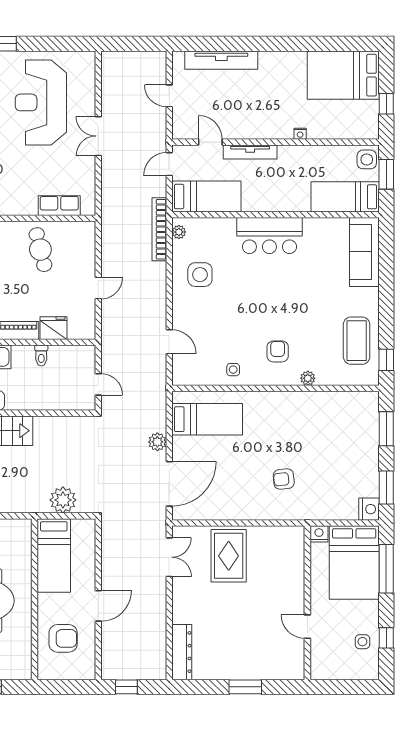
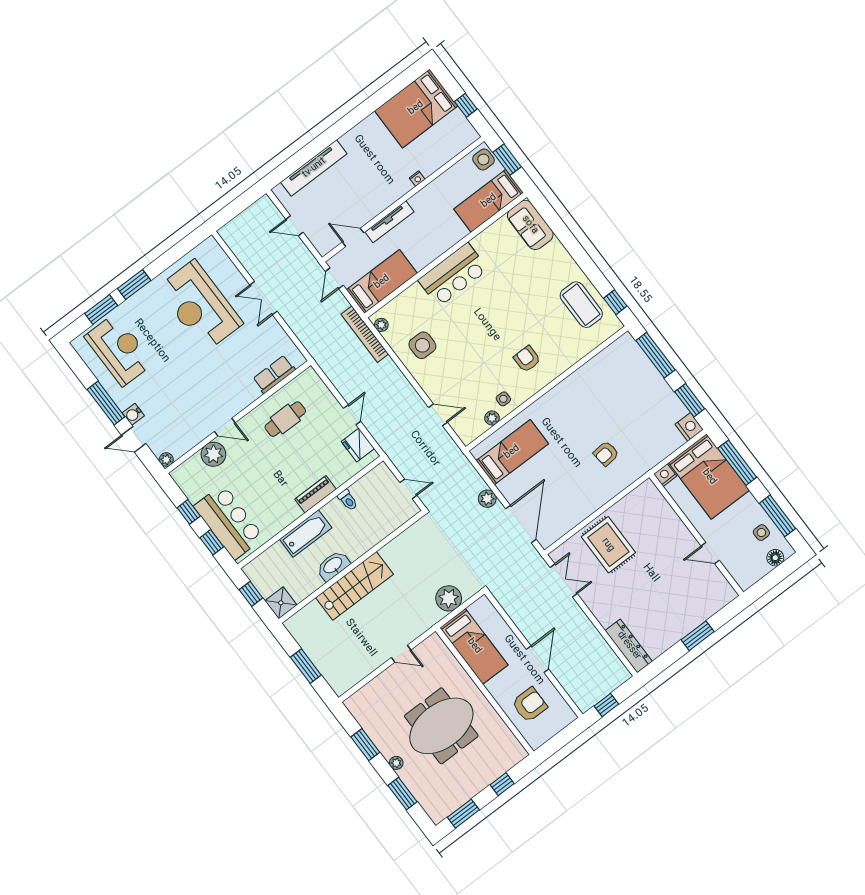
cafe table: (40, 250) -> (285, 419), turned -76
sofa: (364, 252) -> (530, 225), width x0.73
fridge: (54, 328) -> (358, 445), moved, turned -90
plant: (308, 378) -> (492, 418), moved
window: (386, 429) -> (655, 355), width x1.44
window: (386, 638) -> (777, 516), width x2.17
floor lamp: (358, 671) -> (775, 558), added

